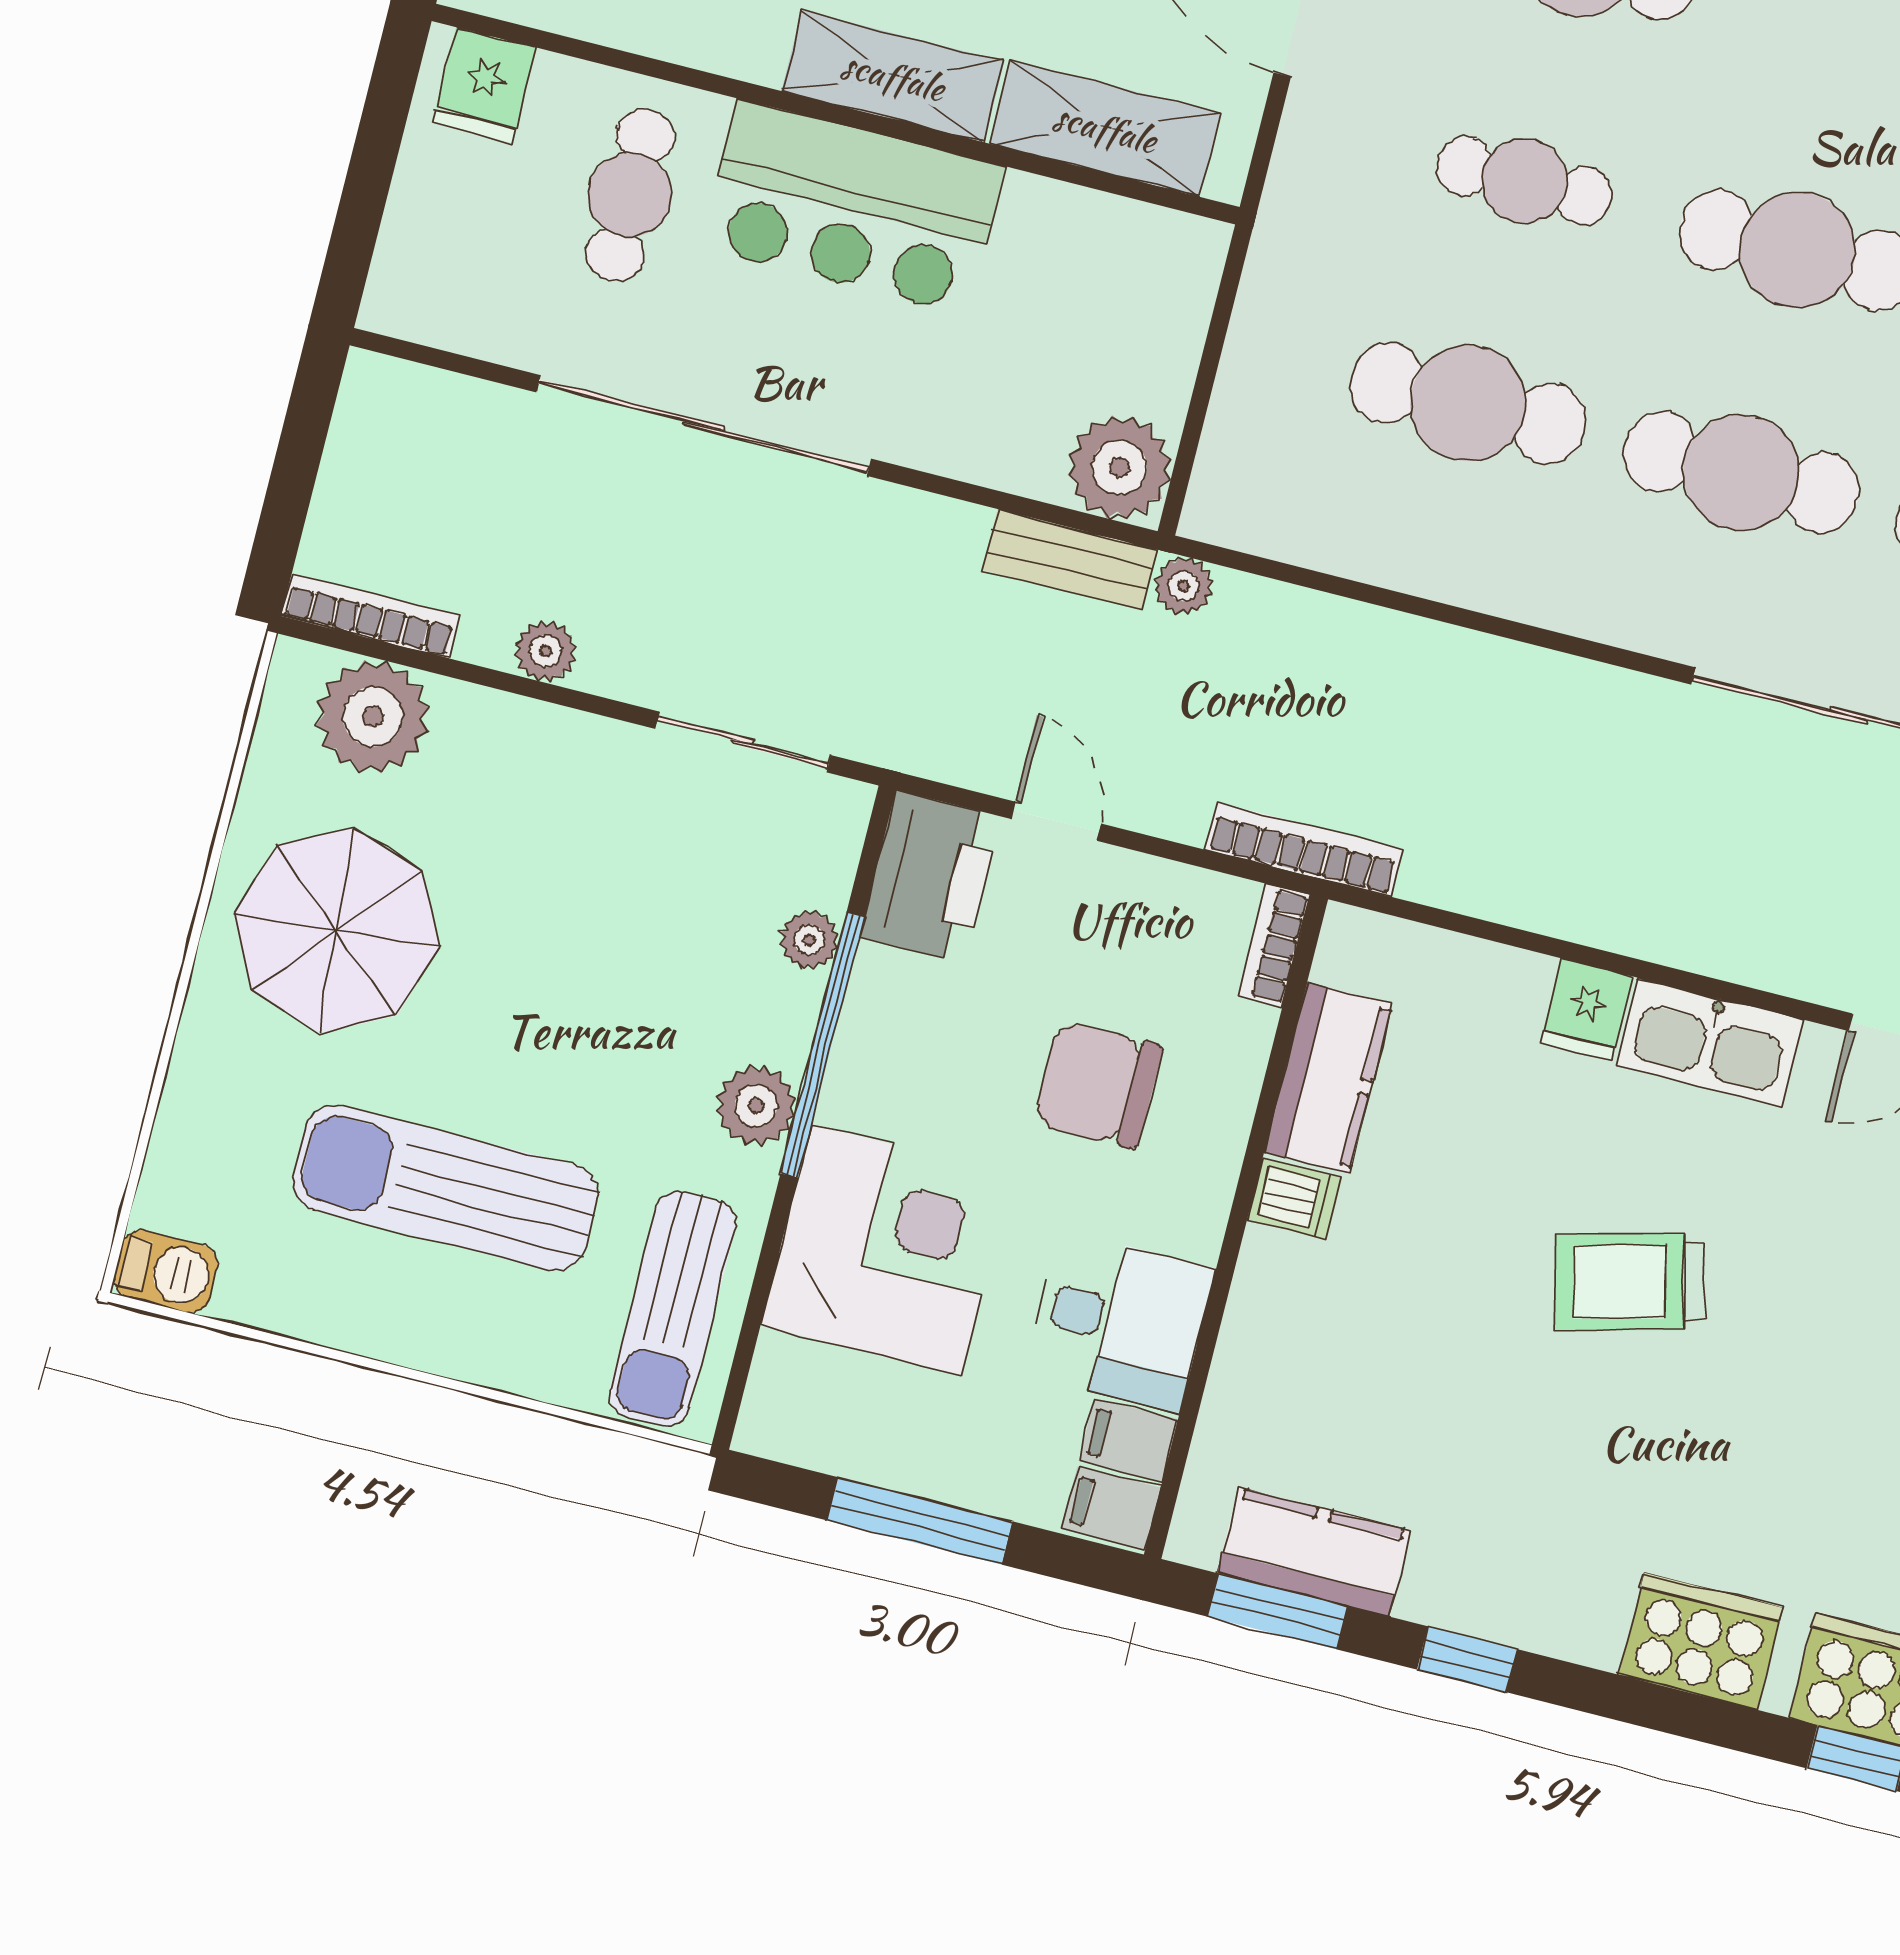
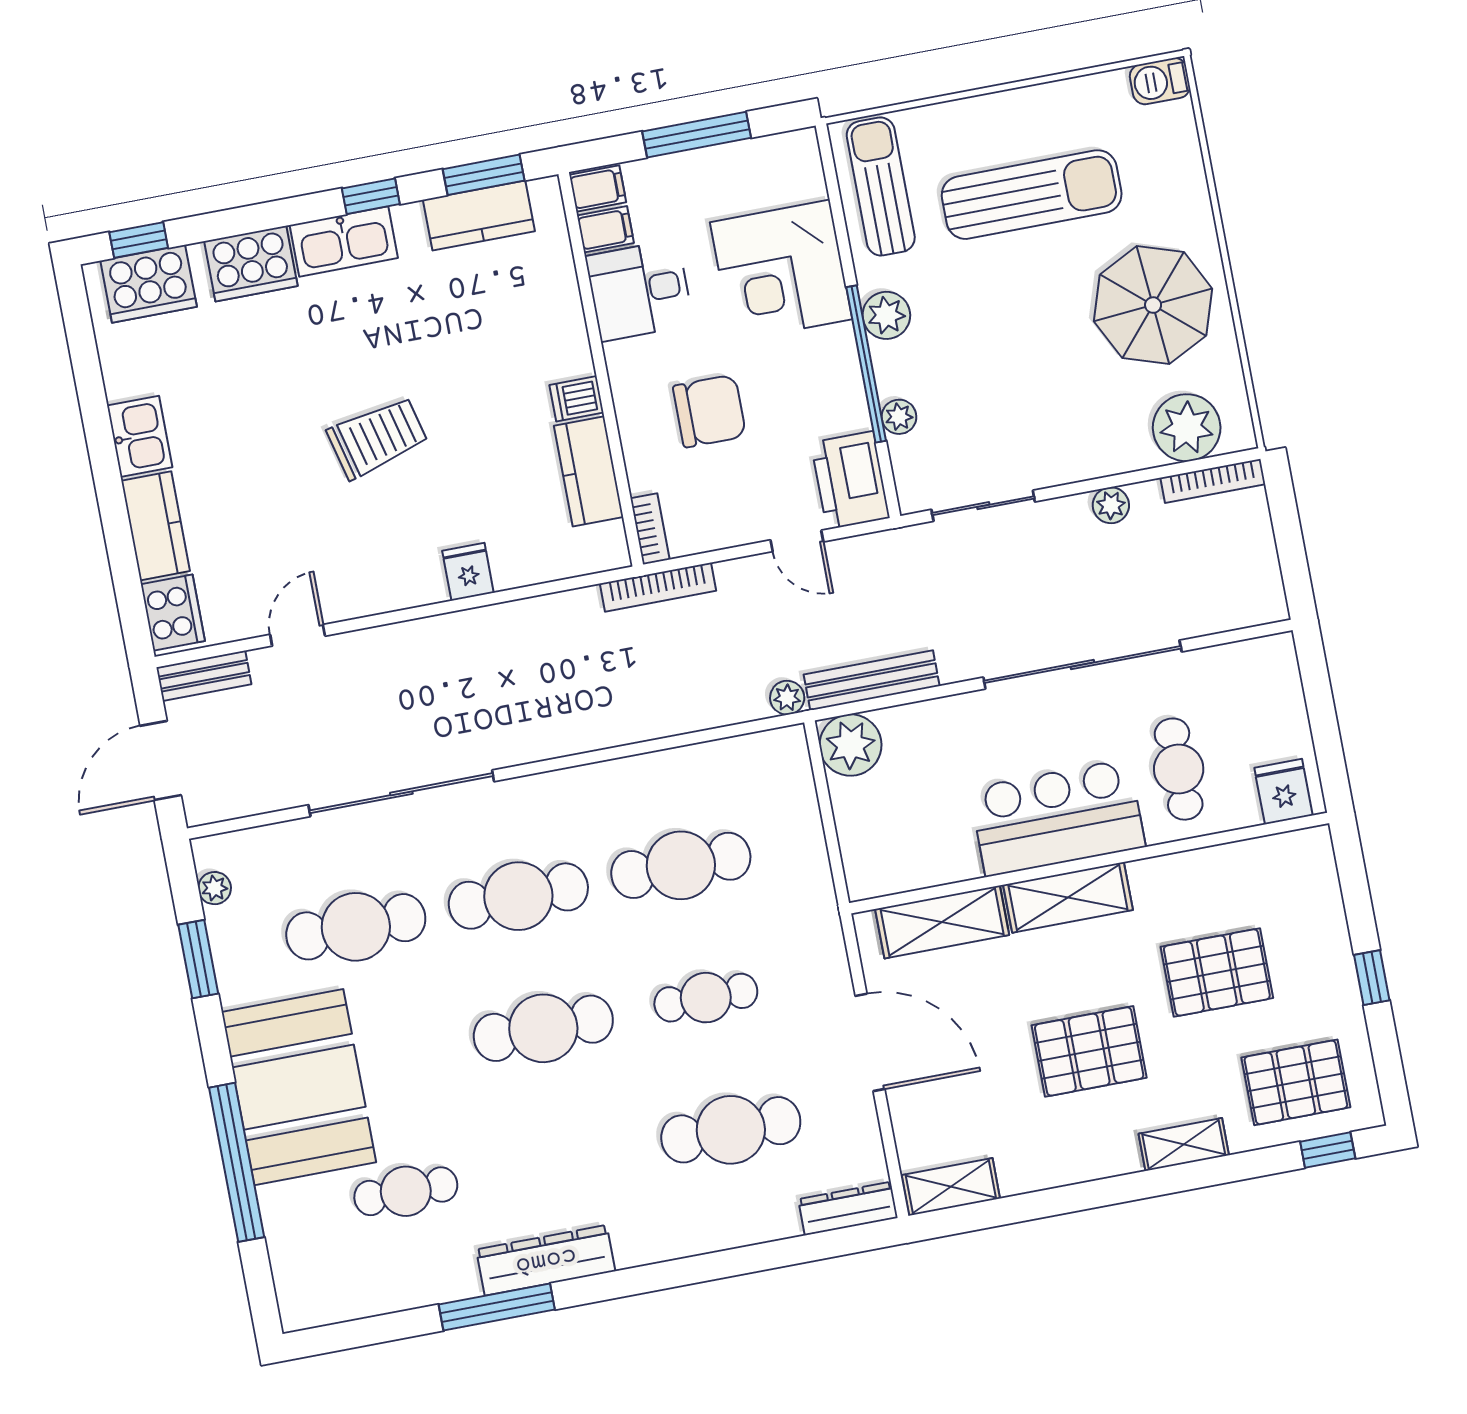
bench: (1070, 560) -> (872, 680), width x1.36
kitchen sink: (1710, 1042) -> (344, 241), moved, turned 180

